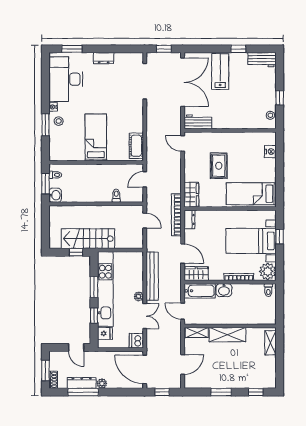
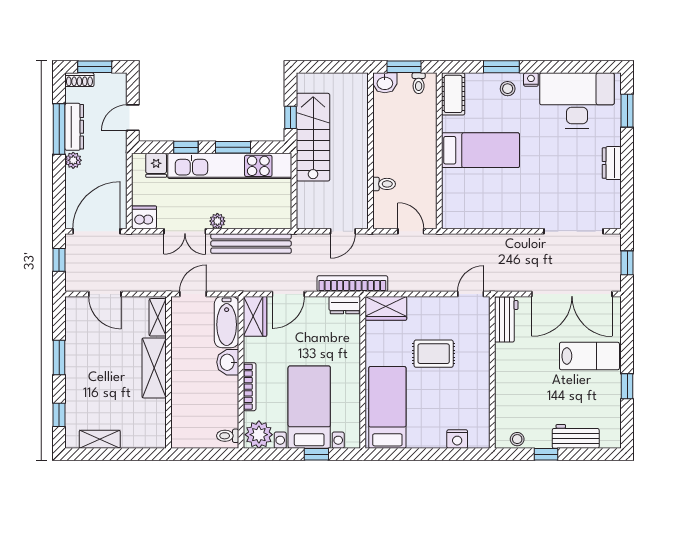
workbench: (262, 60) -> (576, 436), moved, turned 90
cot: (136, 146) -> (453, 94), moved, turned 90
shelving: (270, 343) -> (100, 439), moved

